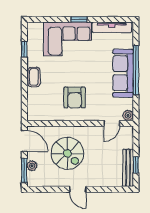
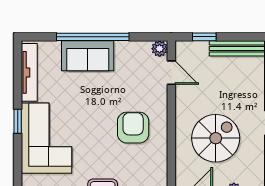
sofa: (123, 73) -> (88, 56), width x0.73
armchair: (75, 98) -> (133, 128), turned -90
window: (136, 165) -> (204, 37), moved

